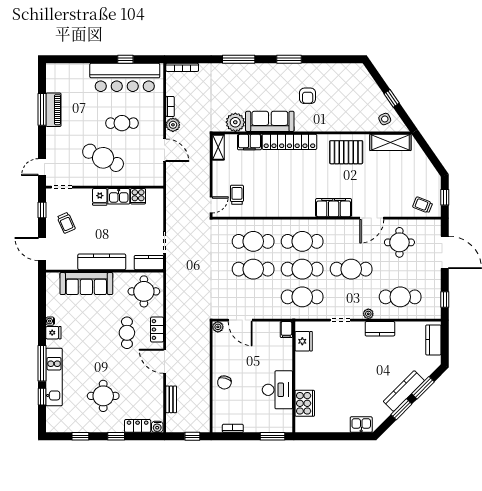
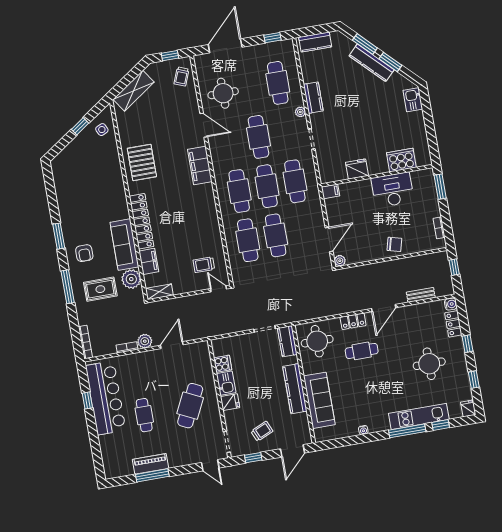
rug: (231, 91) -> (100, 289), added
armchair: (308, 96) -> (84, 253), moved, turned 90
cafe table: (122, 123) -> (144, 415), moved
shelving: (390, 142) -> (134, 91), moved, turned 55
fridge: (53, 333) -> (468, 408), moved
fridge: (304, 341) -> (357, 169), moved

